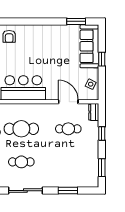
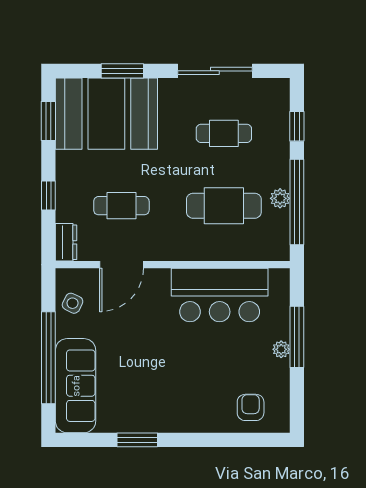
window: (76, 21) -> (137, 440), moved
window: (102, 59) -> (48, 358), width x3.17
door: (68, 102) -> (122, 265), hinge flipped
booth: (75, 171) -> (106, 114), added

